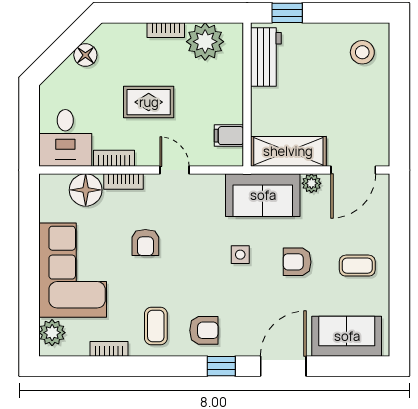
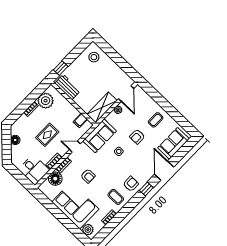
sofa: (263, 195) -> (100, 136), moved

